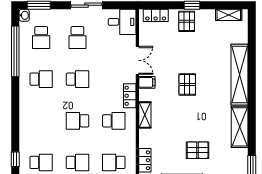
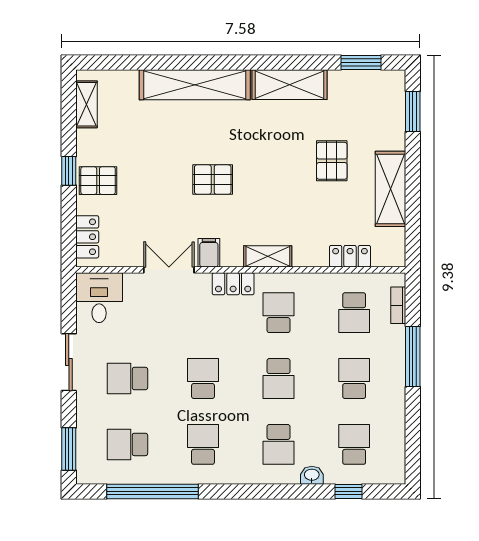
washbasin: (24, 15) -> (312, 475), moved
school desk: (41, 37) -> (127, 444), turned 180
school desk: (77, 37) -> (127, 379), turned 180
school desk: (41, 121) -> (279, 444), added

